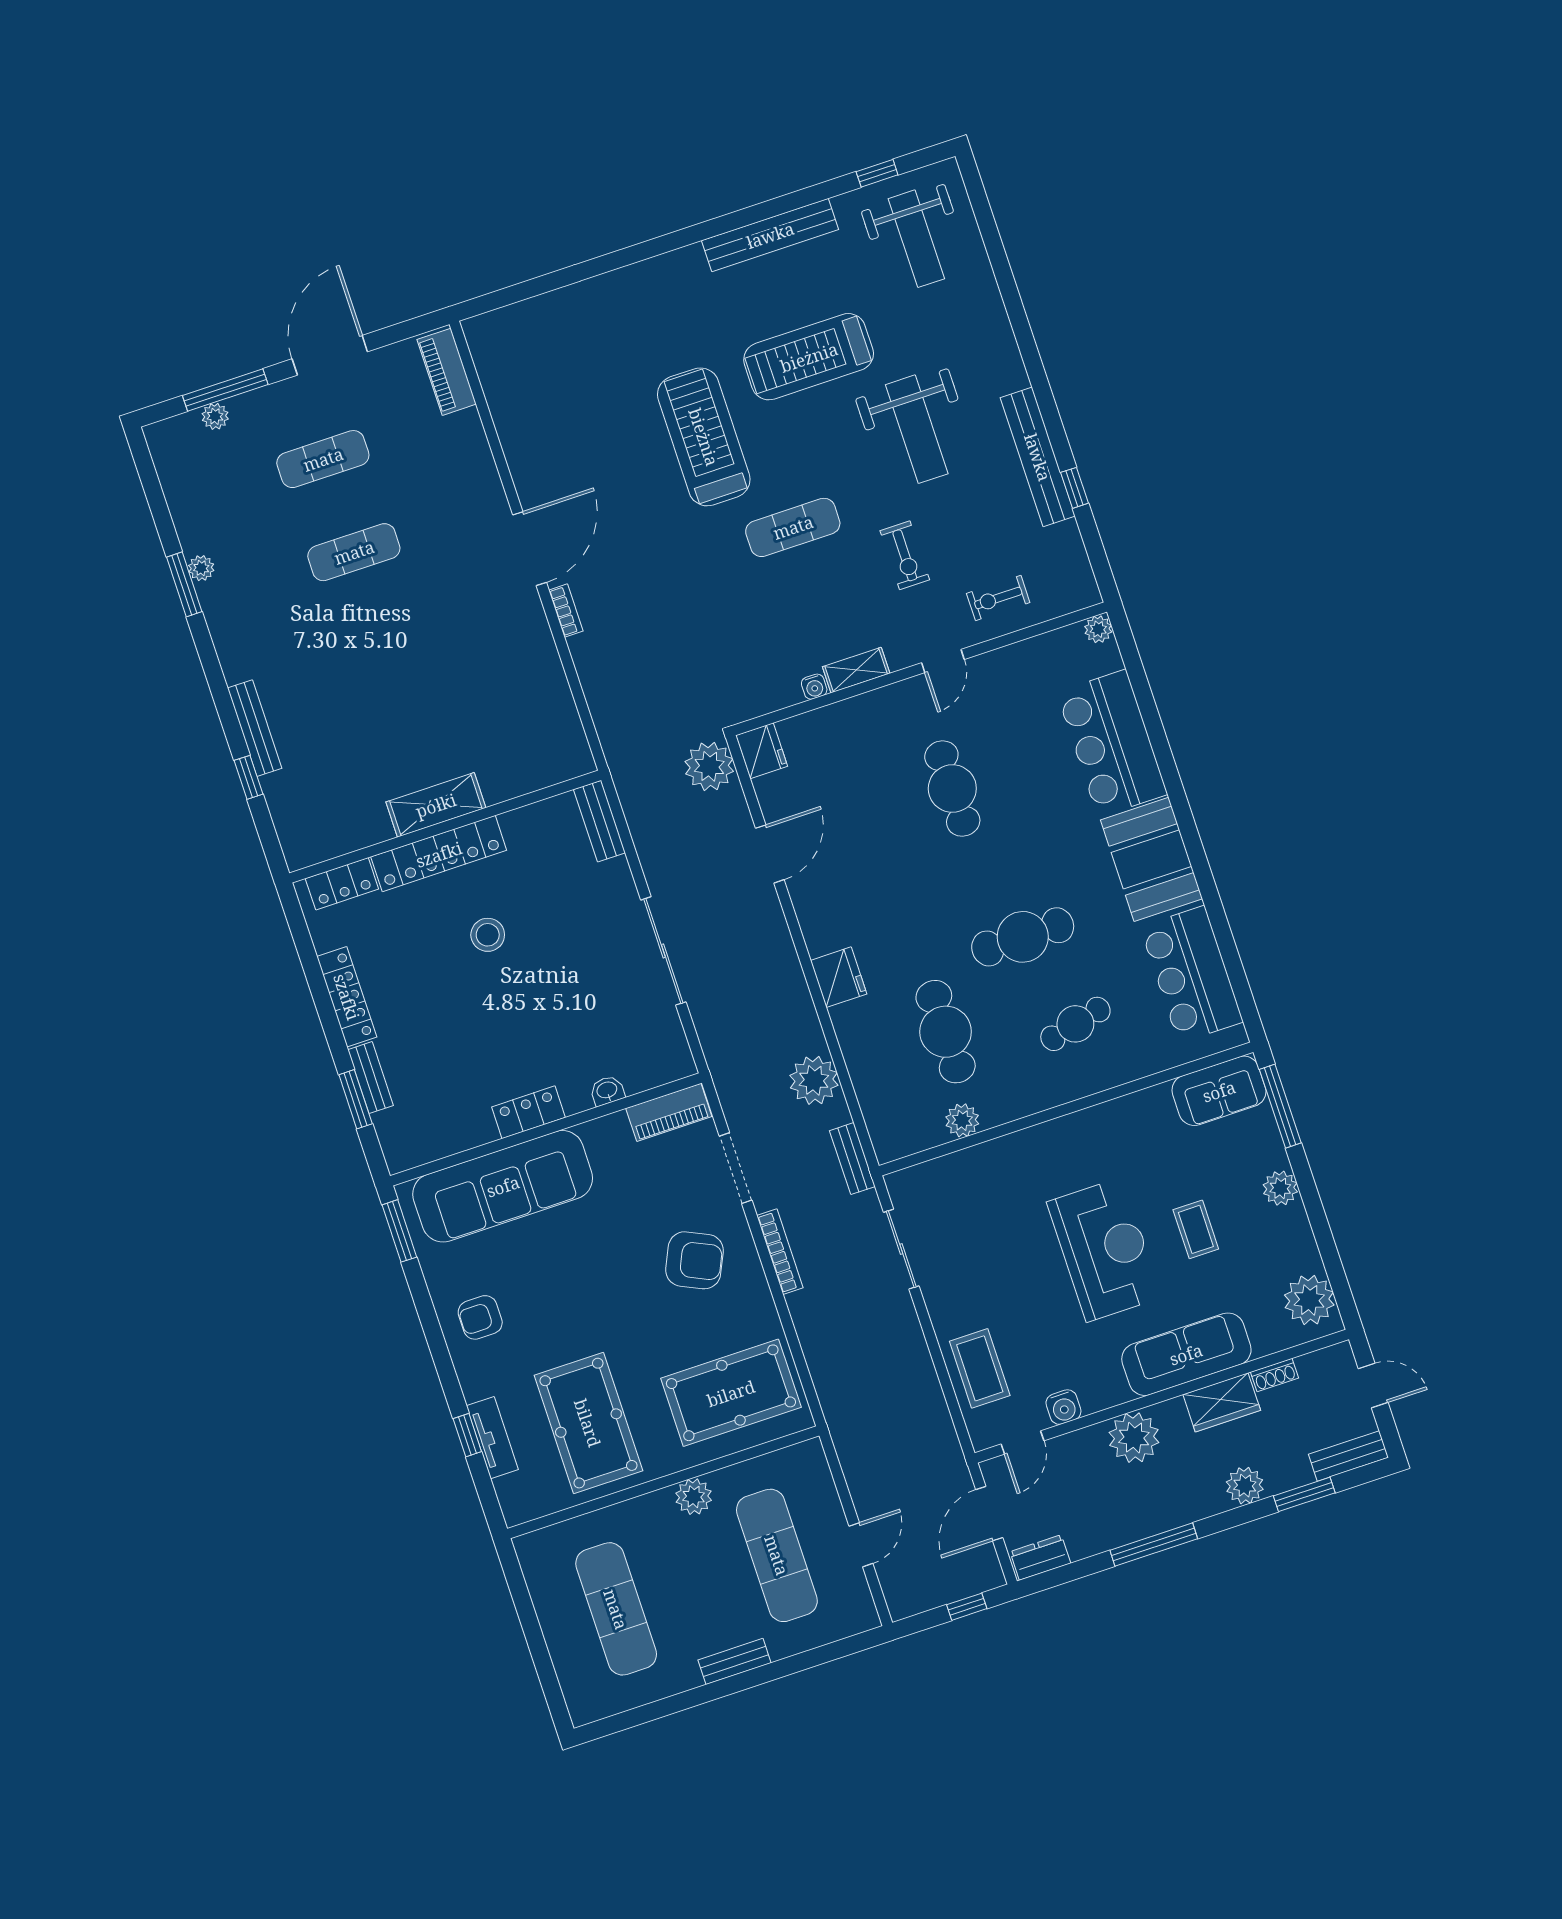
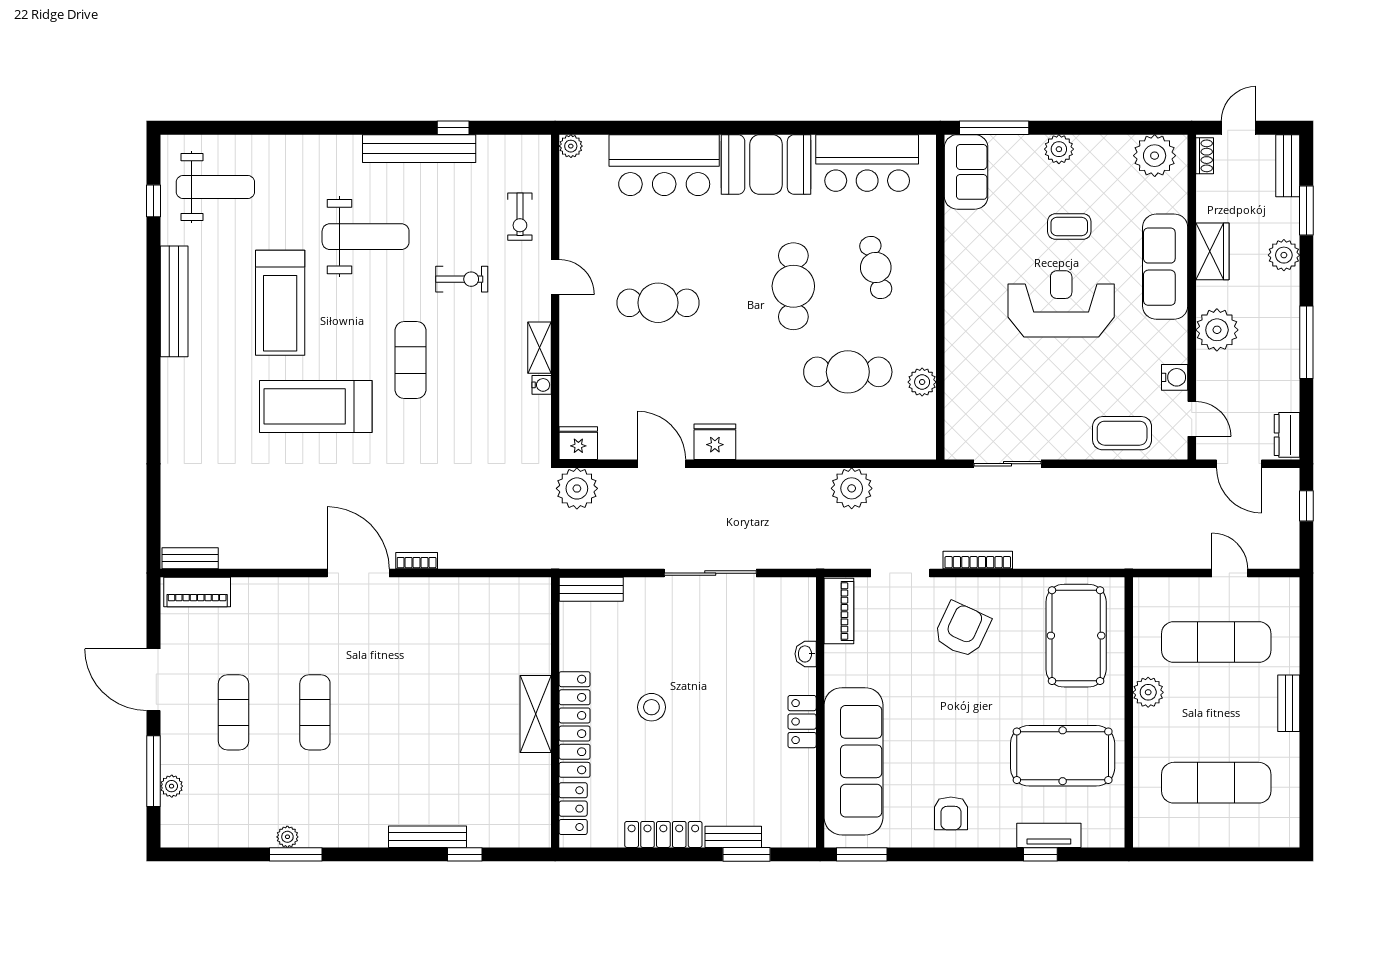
fridge: (839, 977) -> (715, 442), moved
bench: (852, 1159) -> (190, 558), moved
shoe rack: (1275, 1375) -> (1205, 156), moved

